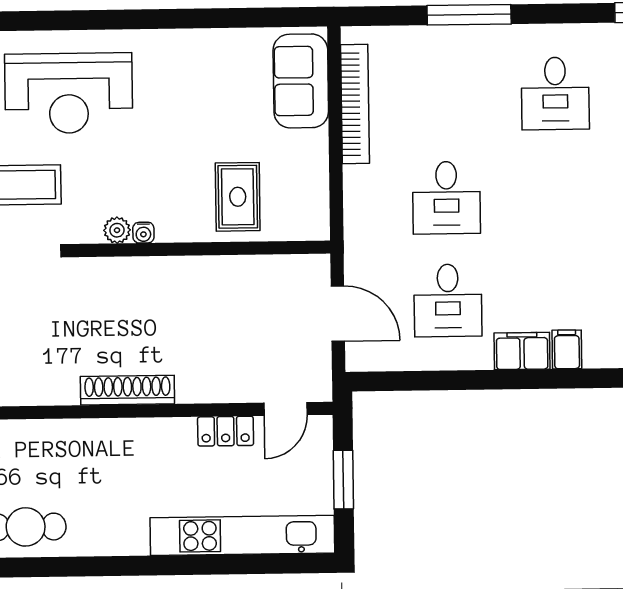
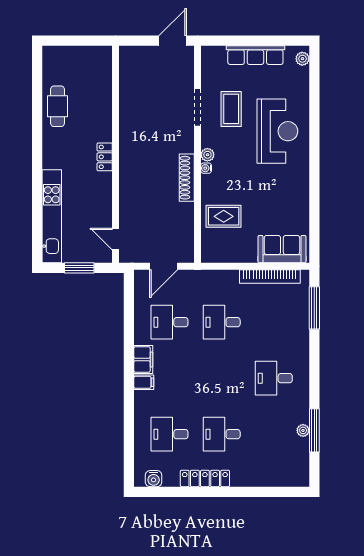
window: (469, 15) -> (314, 308), moved
reception desk: (69, 93) -> (277, 131), turned 180
shoe rack: (127, 390) -> (187, 178), moved, turned 180
locker: (226, 431) -> (105, 157), moved

